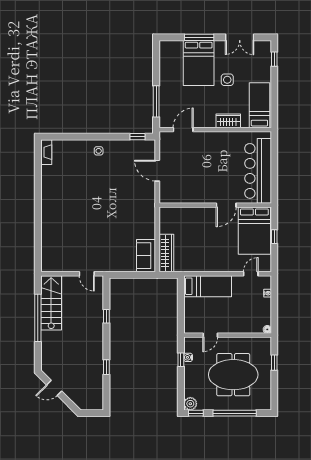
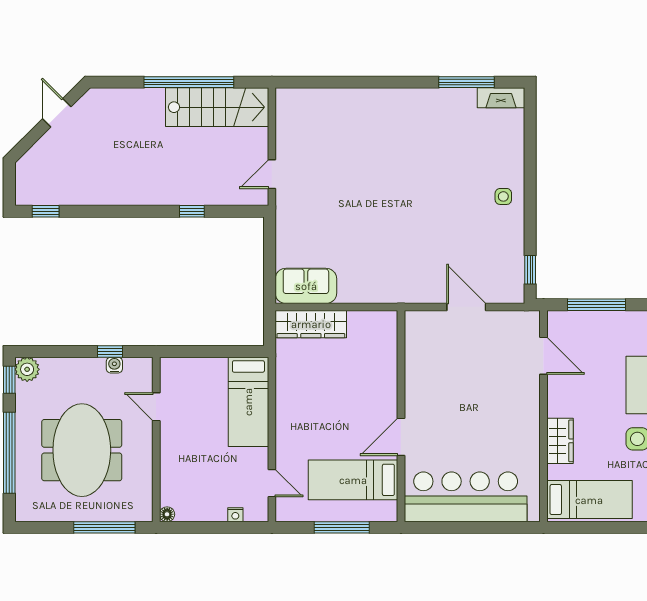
window: (38, 170) -> (467, 82), added
door: (157, 171) -> (466, 307), hinge flipped
door: (226, 205) -> (401, 437), hinge flipped
bed: (254, 231) -> (353, 480), width x0.67
window: (274, 237) -> (342, 527), width x2.17
window: (274, 363) -> (104, 527), width x2.17
window: (106, 367) -> (46, 211), moved

